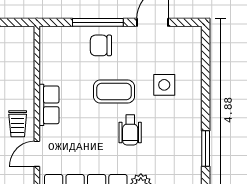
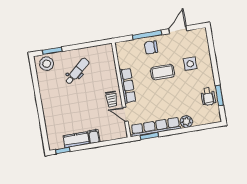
row of seats: (49, 105) -> (127, 86), width x1.48
wheelchair: (130, 130) -> (208, 97), moved
door: (37, 154) -> (125, 114), hinge flipped

